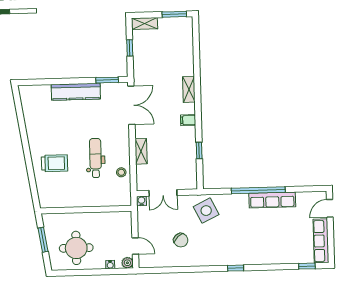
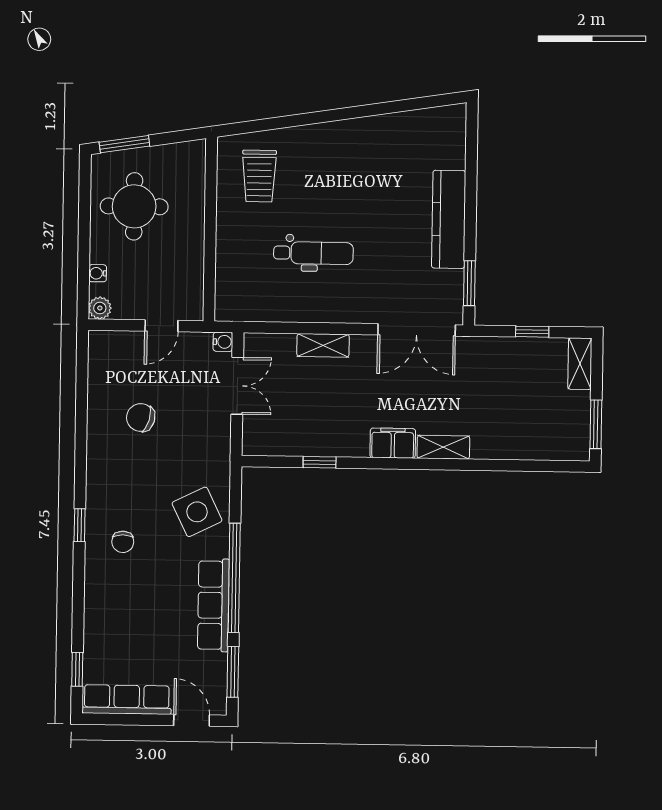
filing cabinet: (188, 120) -> (393, 443), width x2.00
trolley: (55, 163) -> (259, 176), moved
stool: (121, 172) -> (282, 304), removed
window: (305, 189) -> (233, 672), added
double door: (163, 193) -> (237, 386), swing flipped
side table: (206, 211) -> (197, 512), moved
window: (43, 240) -> (124, 144), moved
chair: (181, 240) -> (141, 418), turned 59
door: (135, 246) -> (161, 326), moved
chair: (243, 246) -> (123, 542), added

